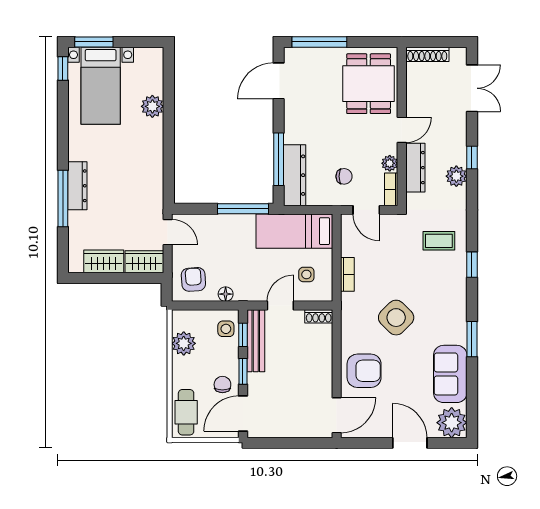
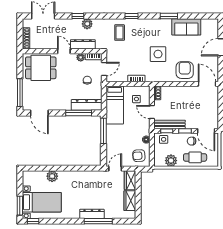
side table: (396, 318) -> (158, 54), turned 45
cafe table: (186, 412) -> (195, 157), moved
plant: (452, 423) -> (211, 26), removed

